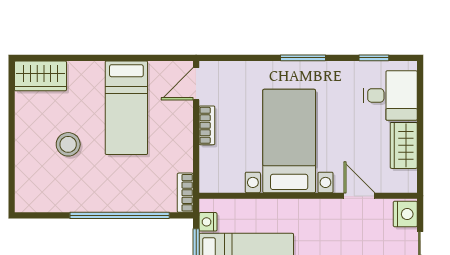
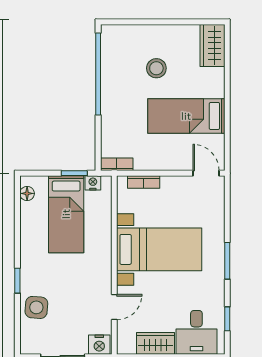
bookcase: (207, 125) -> (144, 182), moved
window: (120, 215) -> (98, 74), moved

